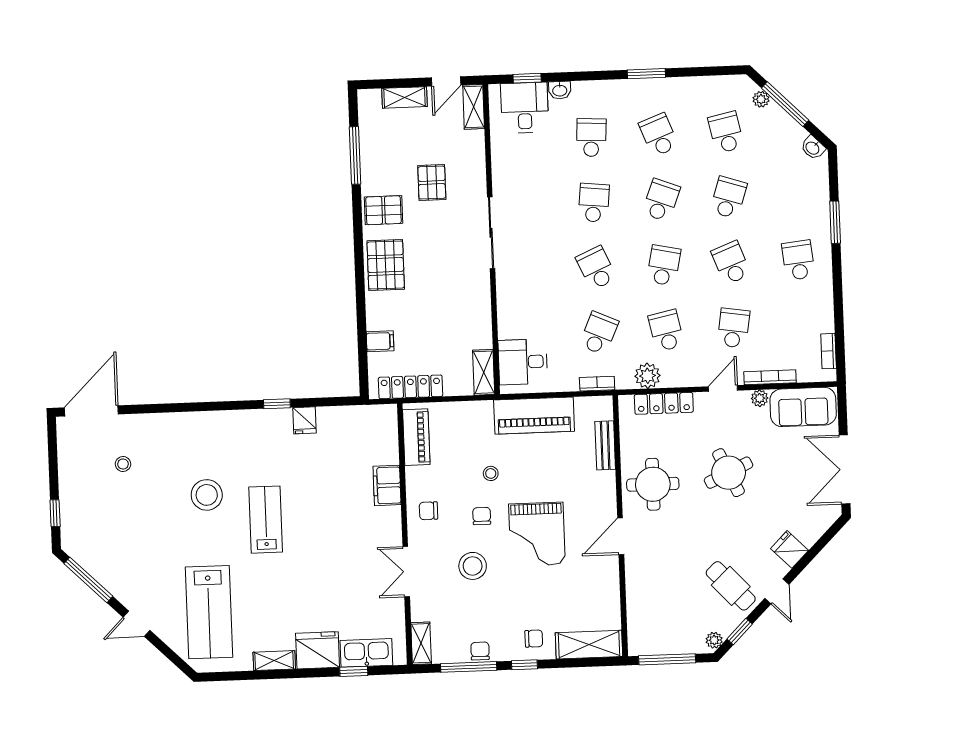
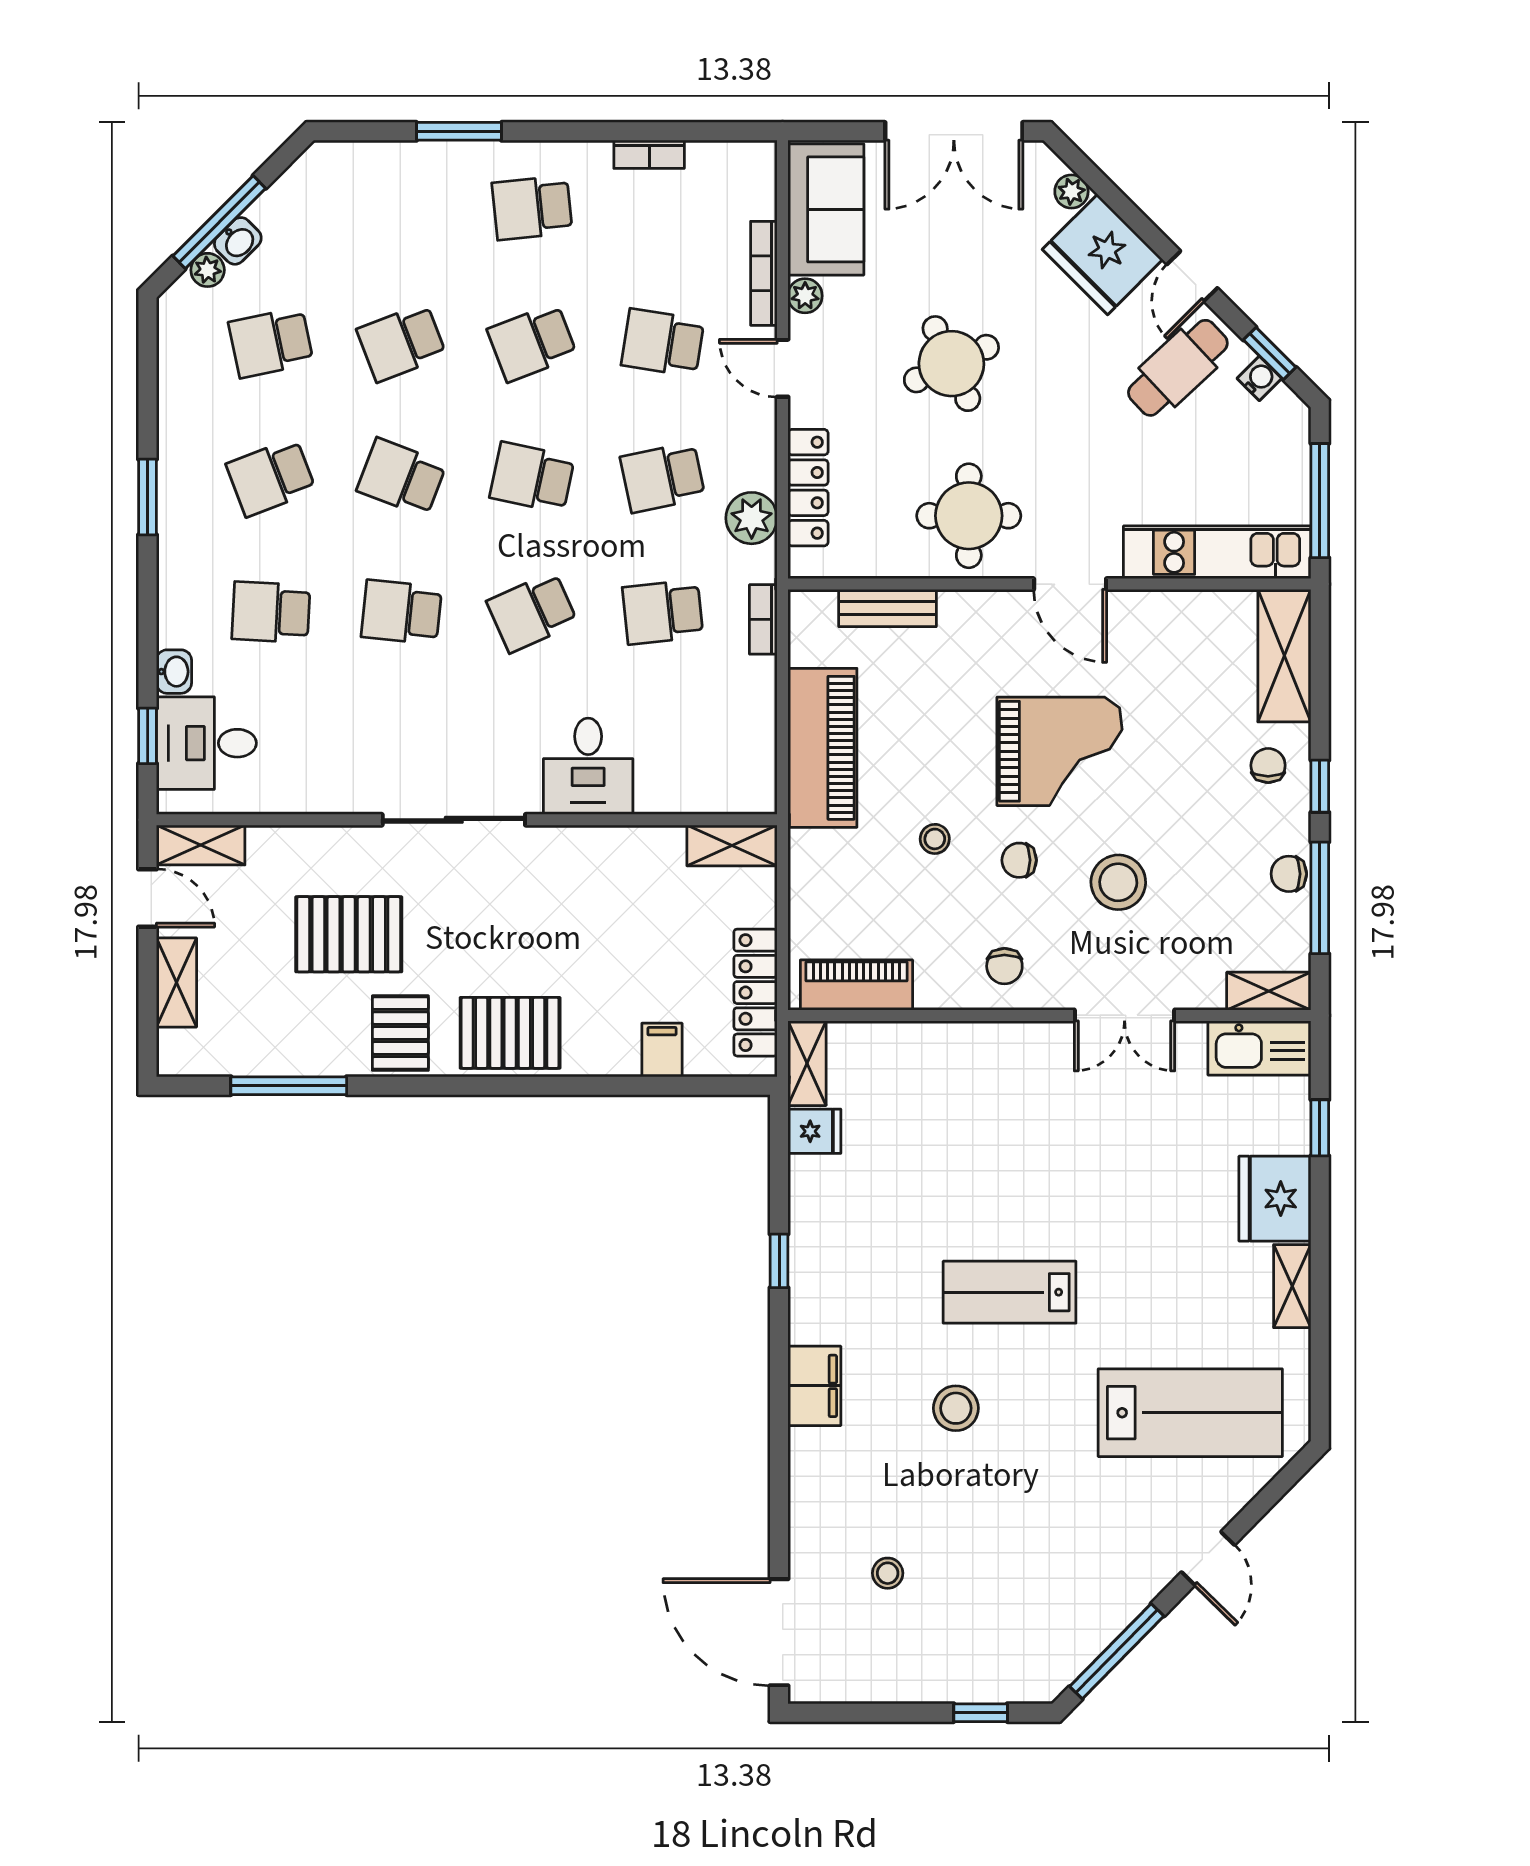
washbasin: (813, 148) -> (238, 241), moved
pallet: (432, 182) -> (349, 934), width x1.50, depth x1.42
school desk: (728, 198) -> (402, 343), turned -39
school desk: (599, 333) -> (663, 612), turned -30
bookcase: (829, 351) -> (649, 154), moved
desk: (523, 362) -> (588, 766), moved
shelving: (376, 414) -> (807, 1063), added
fridge: (304, 420) -> (814, 1131), moved
filing cabinet: (387, 485) -> (814, 1386), moved, turned -90
stool: (207, 495) -> (956, 1408), width x0.73, depth x0.73
fridge: (790, 549) -> (1103, 254), width x1.88, depth x1.34
door: (777, 591) -> (1192, 276), swing flipped
kitchen unit: (639, 609) -> (1217, 552), added
water cooler: (727, 627) -> (1259, 378), added
plant: (714, 640) -> (1071, 191), moved
kitchen sink: (366, 653) -> (1259, 1048), moved, turned -90

